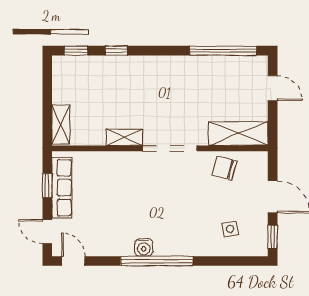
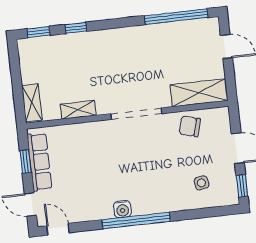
shelving: (124, 137) -> (78, 110), moved

